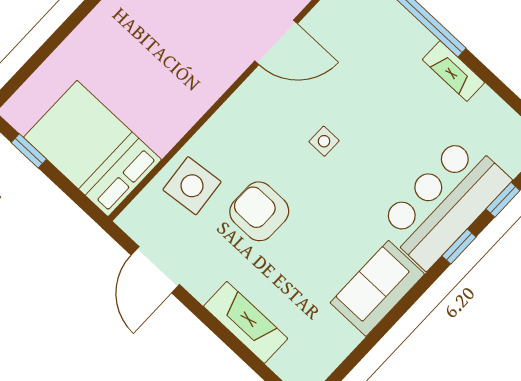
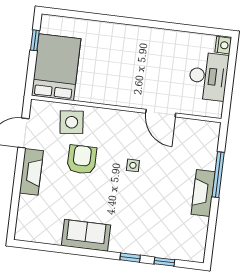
fireplace: (453, 71) -> (203, 193), width x1.37, depth x1.32
bar counter: (444, 202) -> (145, 237), removed
fireplace: (246, 322) -> (31, 172), moved

